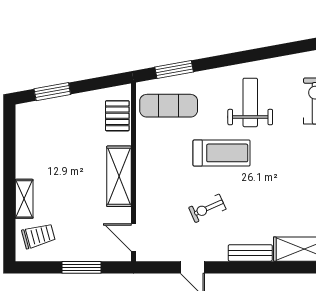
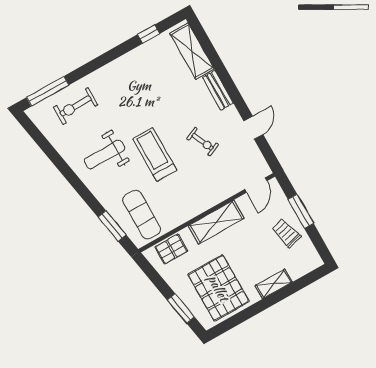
pallet: (51, 141) -> (218, 288), added
trolley: (38, 236) -> (286, 233), moved

